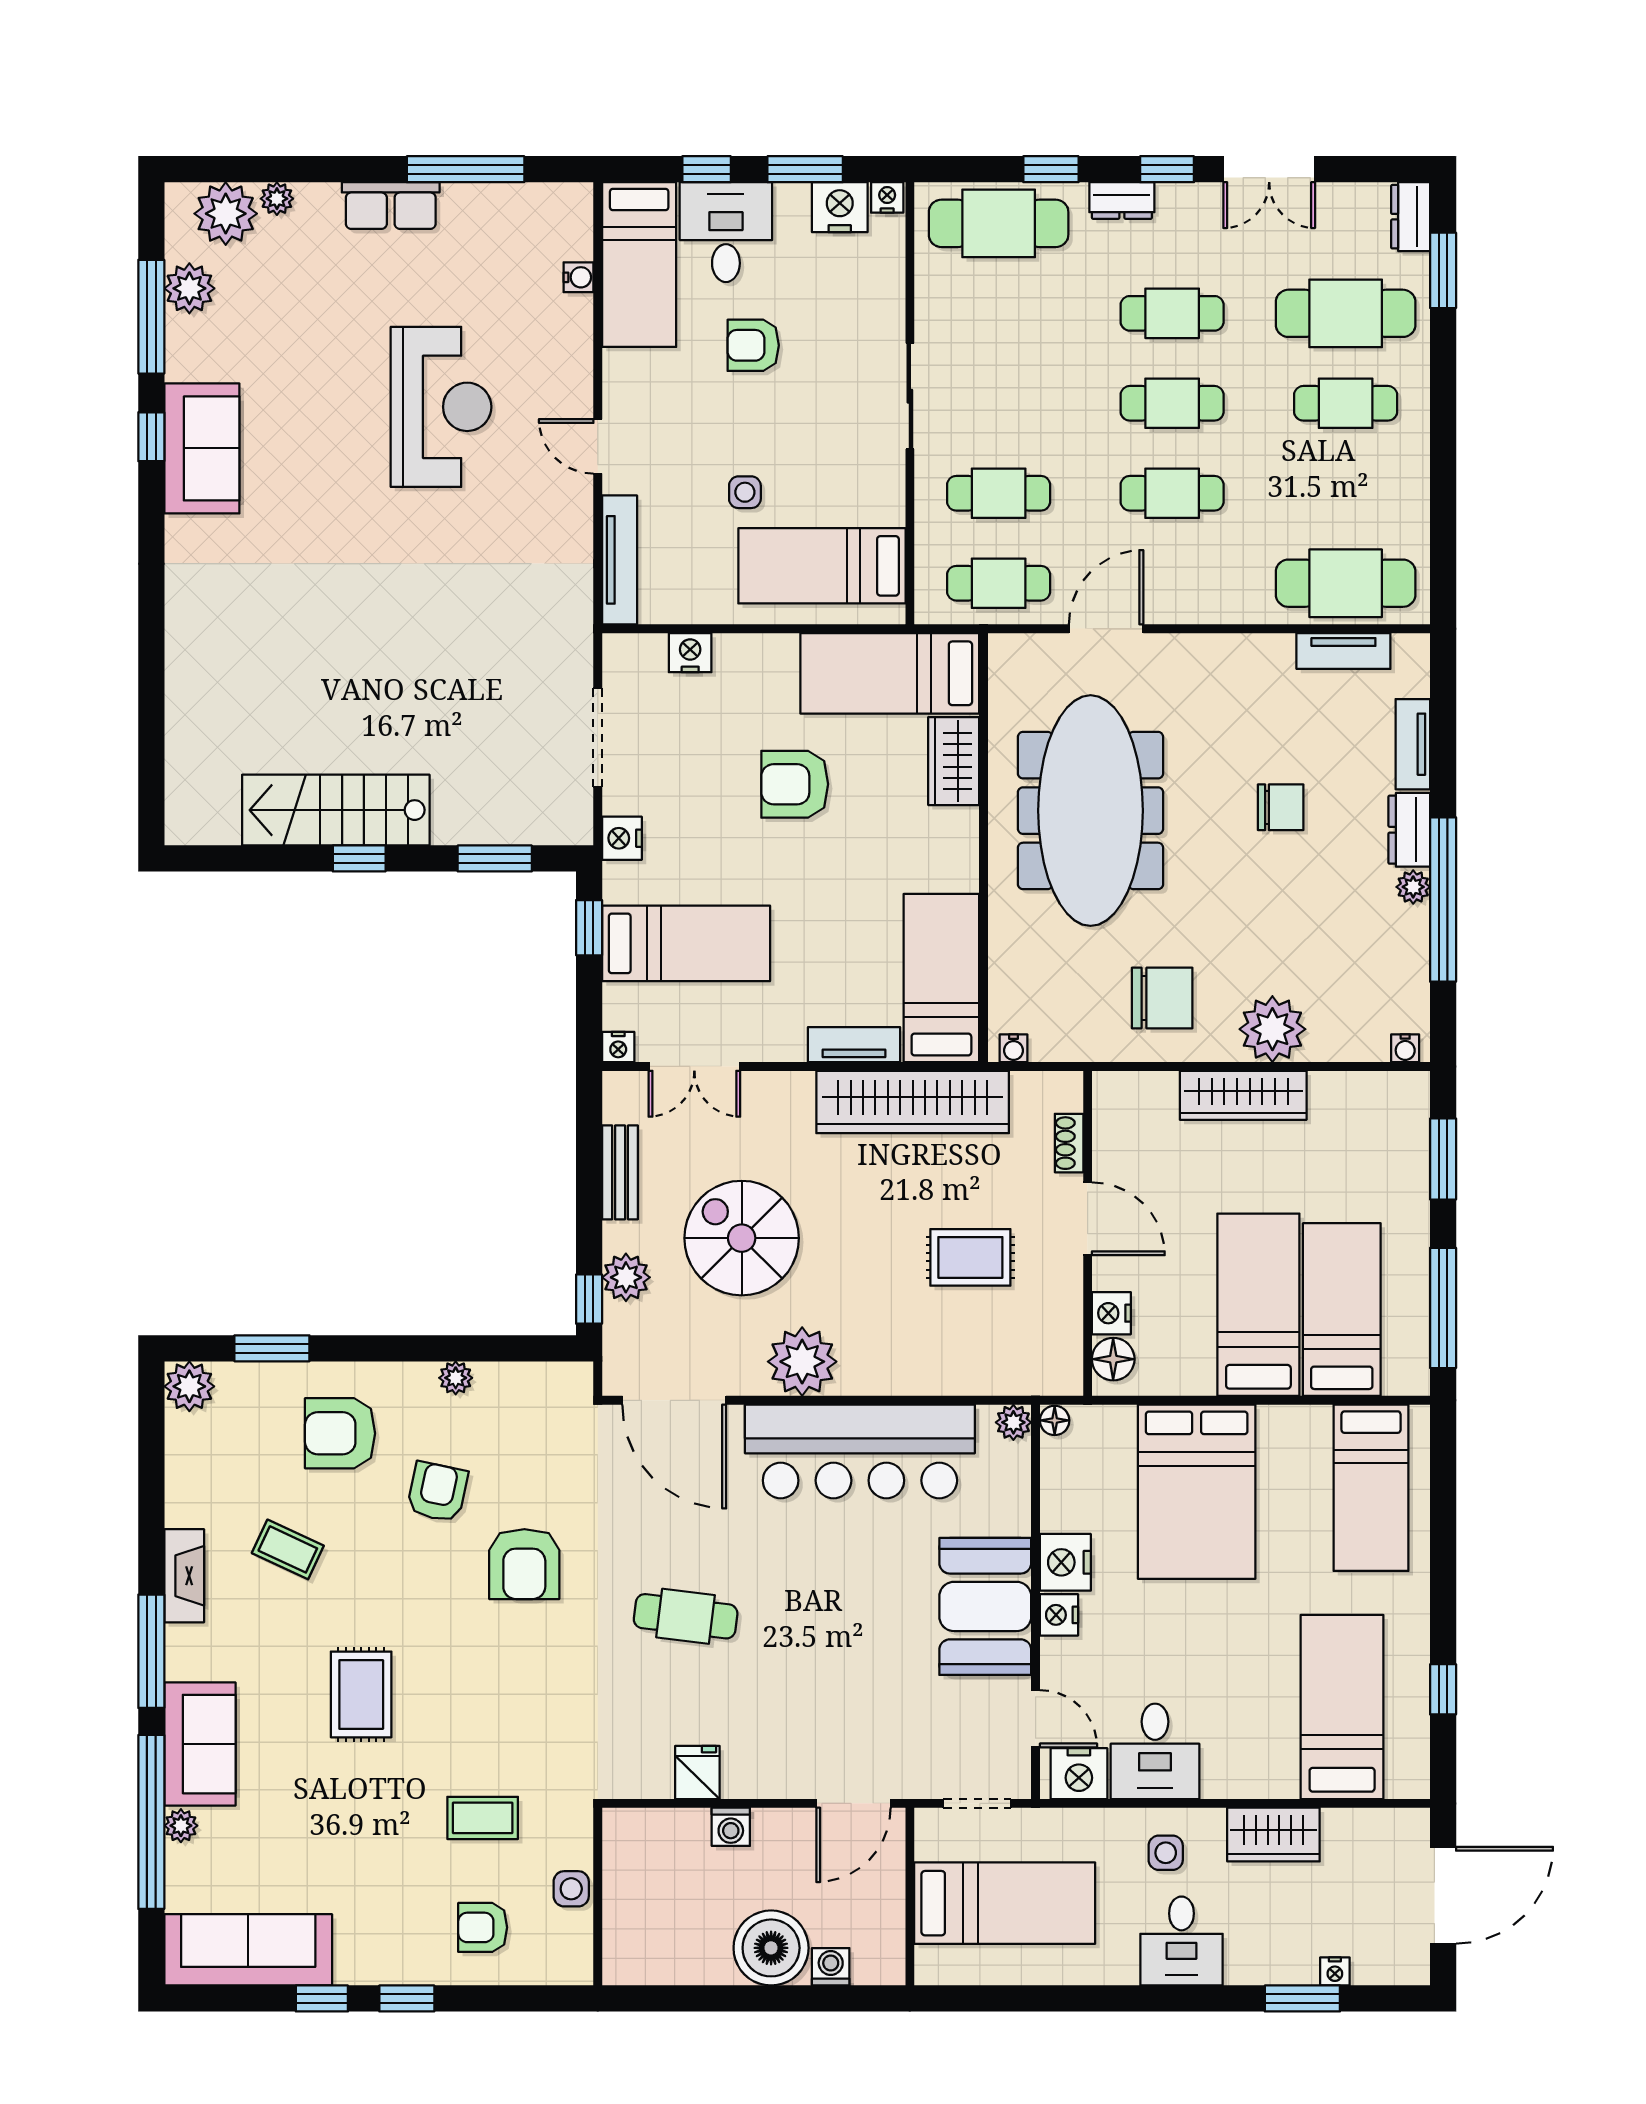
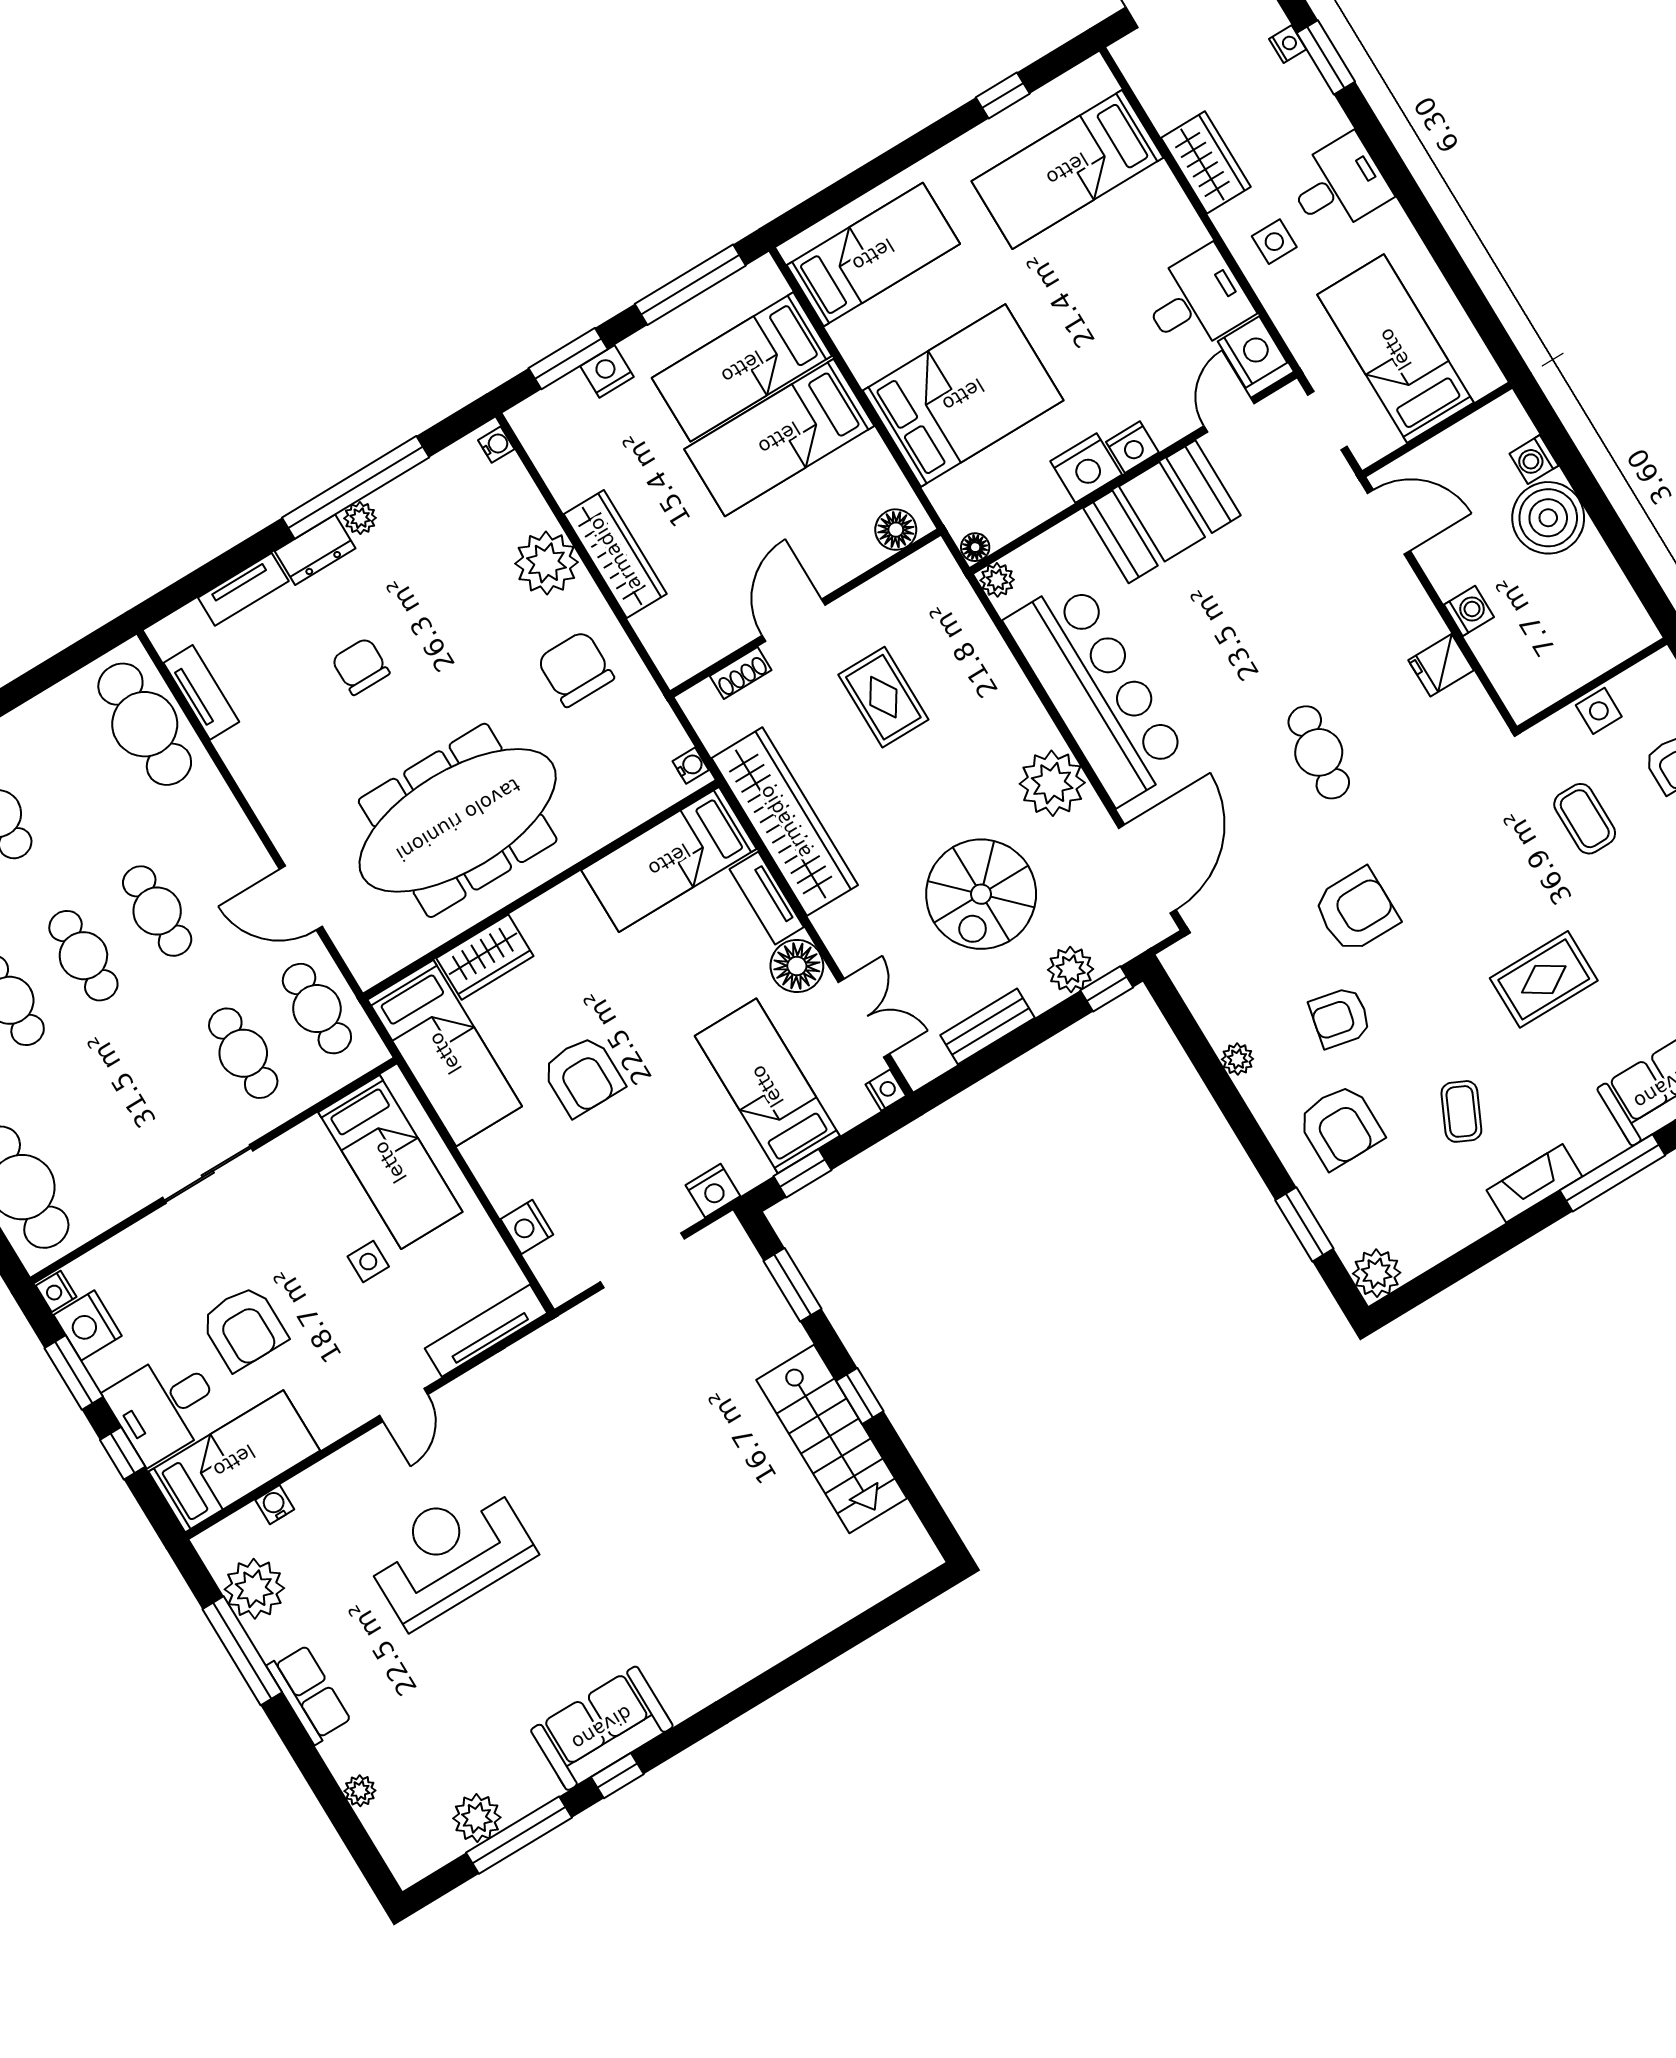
plant: (226, 214) -> (254, 1589), moved
armchair: (753, 345) -> (244, 1328), width x1.38, depth x1.38
floor lamp: (777, 1035) -> (797, 966), added
nightstand: (1111, 1313) -> (607, 372), moved, turned 180

